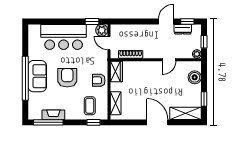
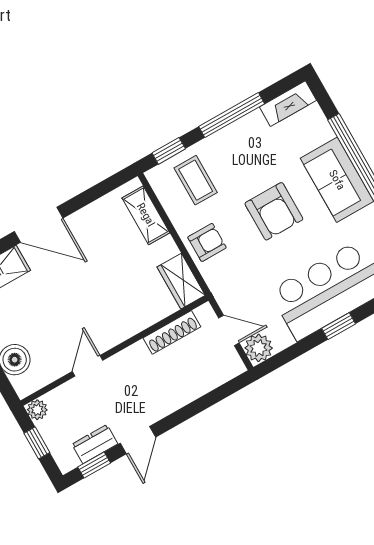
window: (92, 22) -> (339, 326), moved
fireplace: (53, 115) -> (288, 104), moved
window: (48, 122) -> (232, 115), moved

